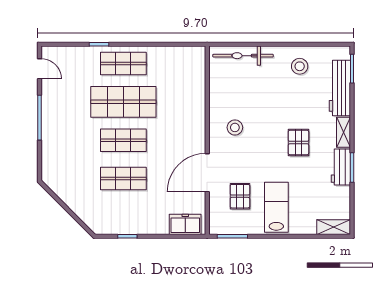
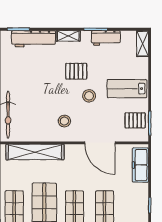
stool: (300, 66) -> (89, 96), moved
shelving: (195, 90) -> (35, 152), added
workbench: (341, 167) -> (106, 38), moved
pallet: (240, 196) -> (135, 120), moved
freezer: (185, 224) -> (140, 165), width x1.40

